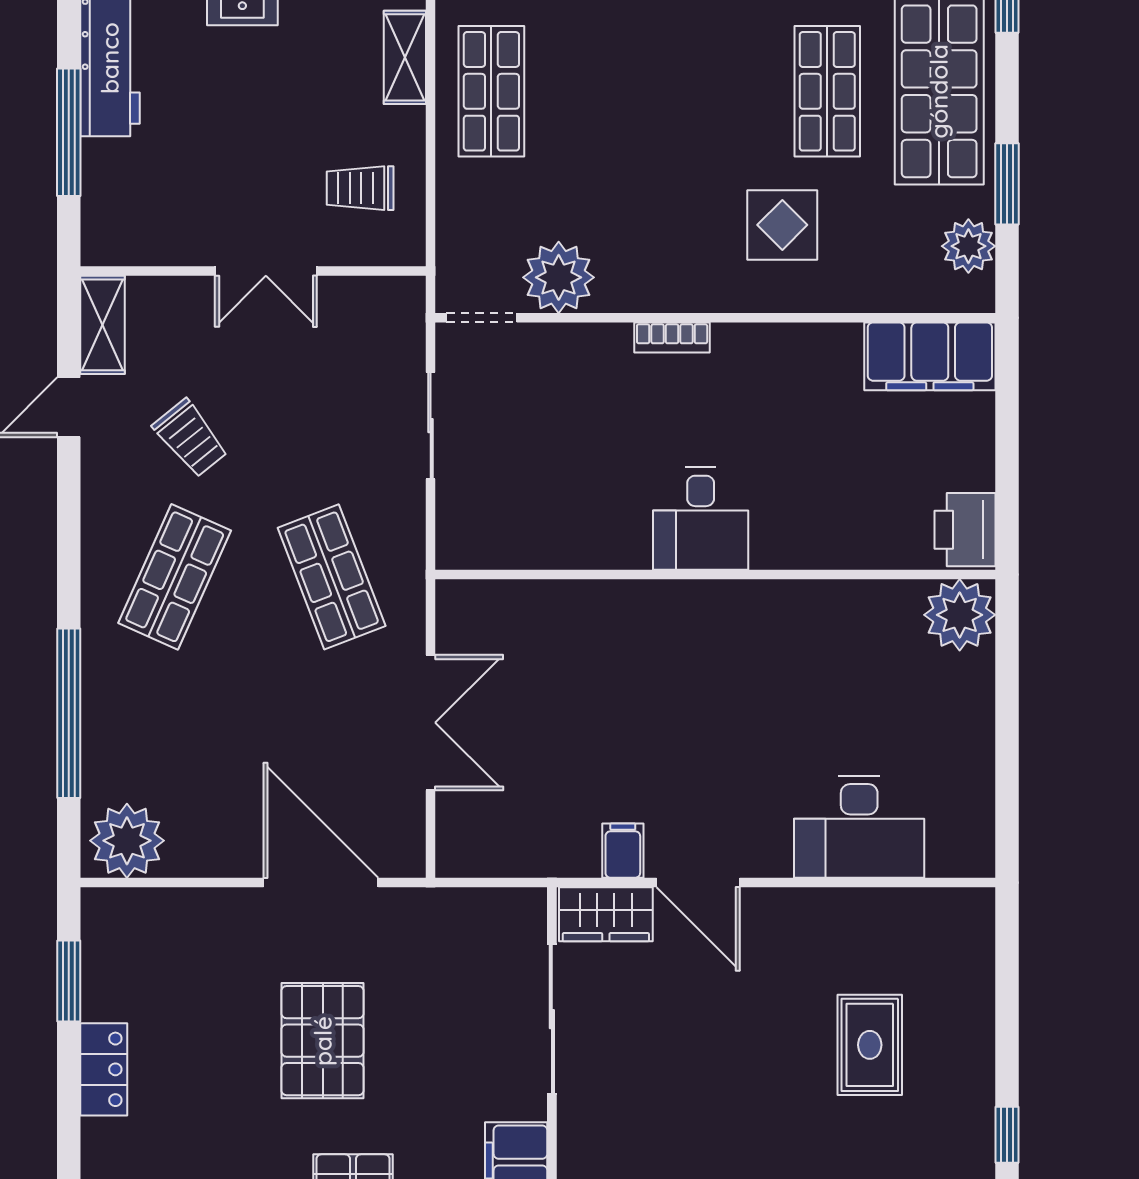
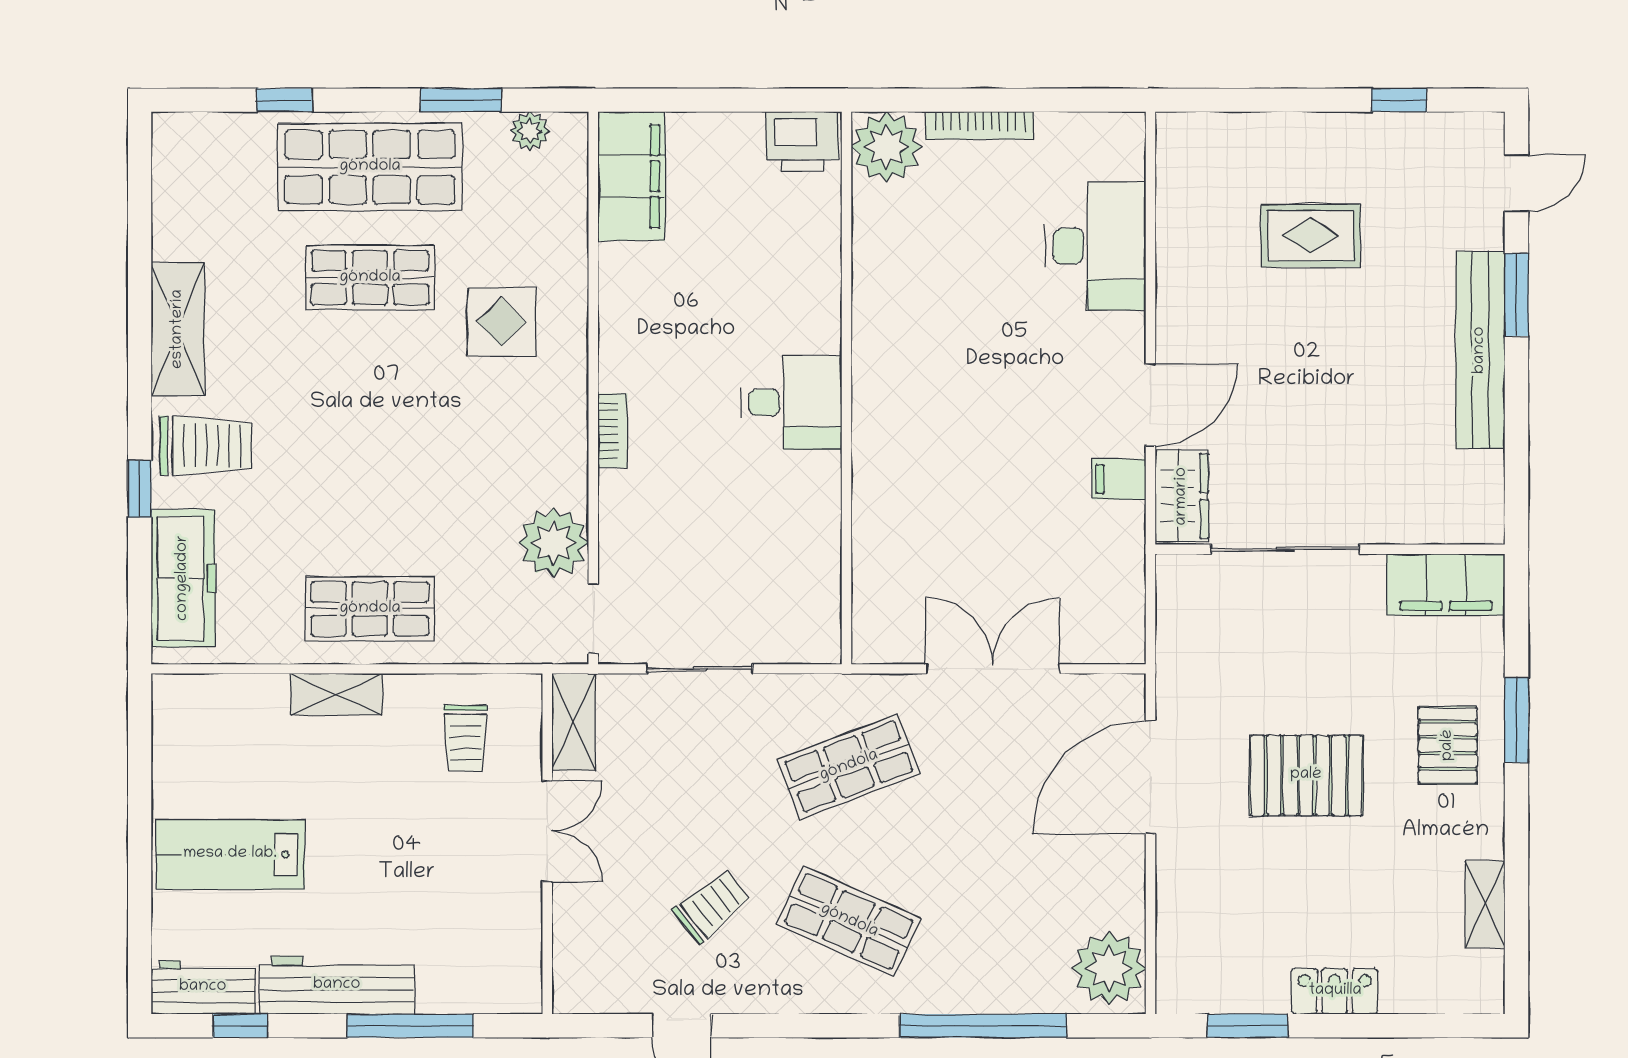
plant: (968, 246) -> (530, 131), width x0.73, depth x0.73
shelving: (103, 325) -> (574, 722), moved, turned 90
bookcase: (981, 709) -> (980, 126), added

